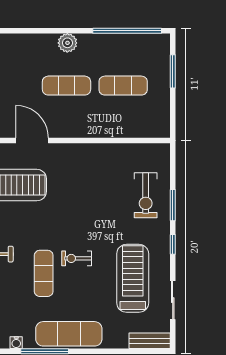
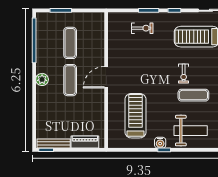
door: (32, 140) -> (106, 77), moved
exercise bike: (146, 195) -> (142, 28), width x0.73, depth x0.72

